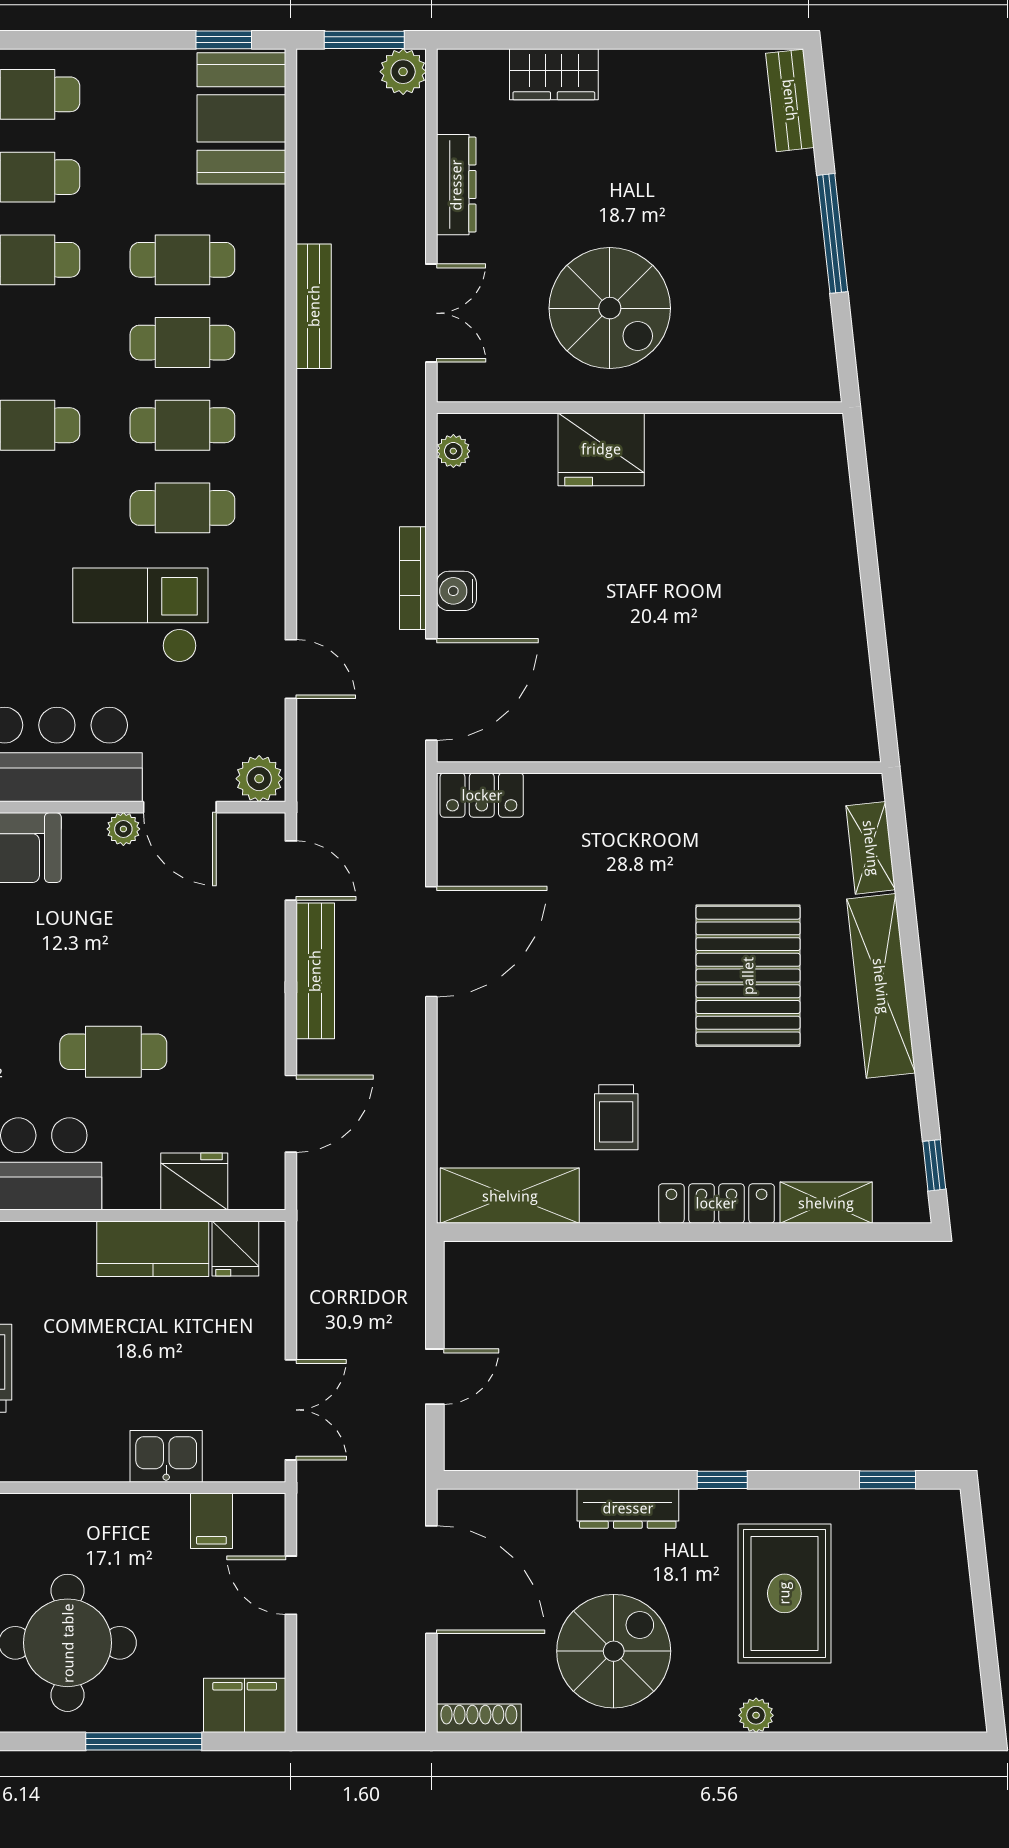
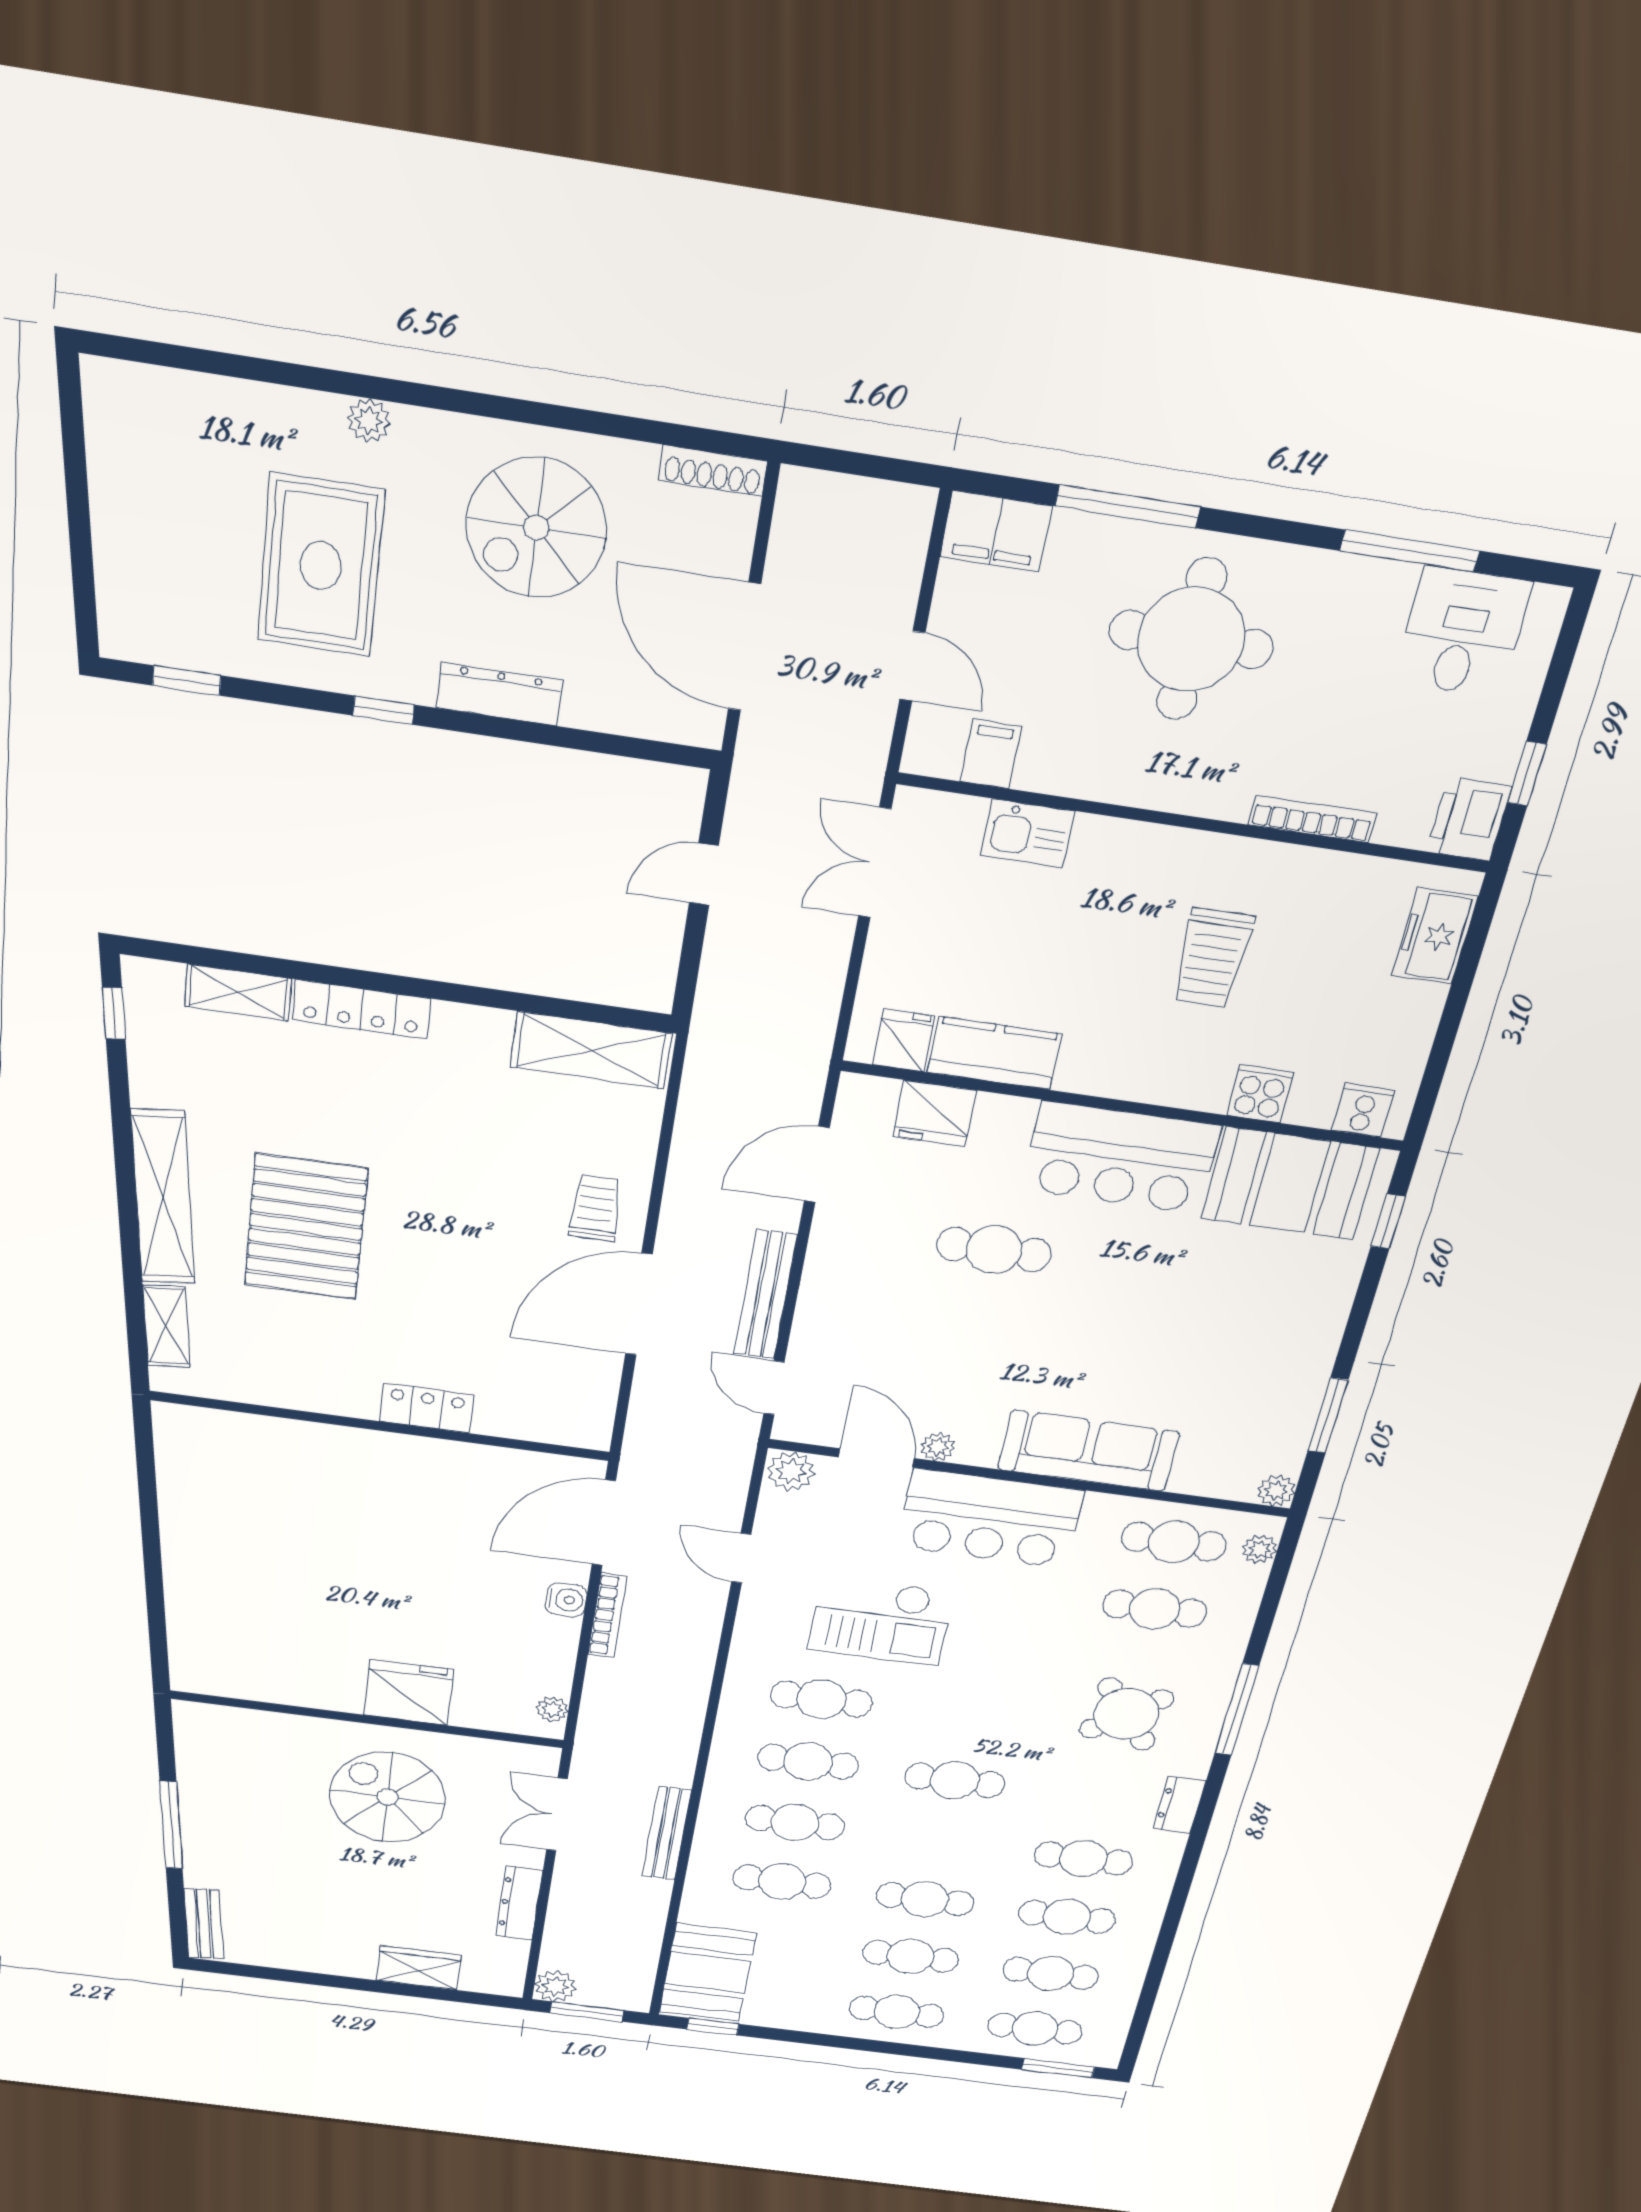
locker: (482, 795) -> (427, 1408), moved
trolley: (616, 1117) -> (595, 1208), moved

